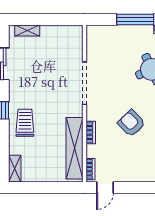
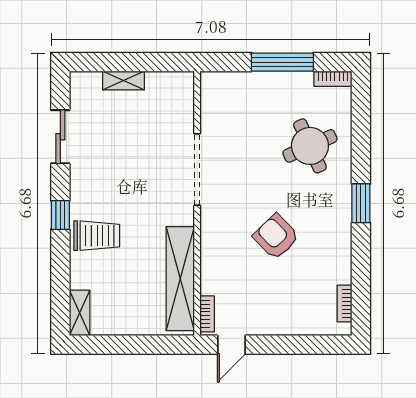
shelving: (27, 30) -> (123, 81), moved
trolley: (25, 123) -> (97, 236), turned 90
bookcase: (91, 132) -> (208, 252), removed

